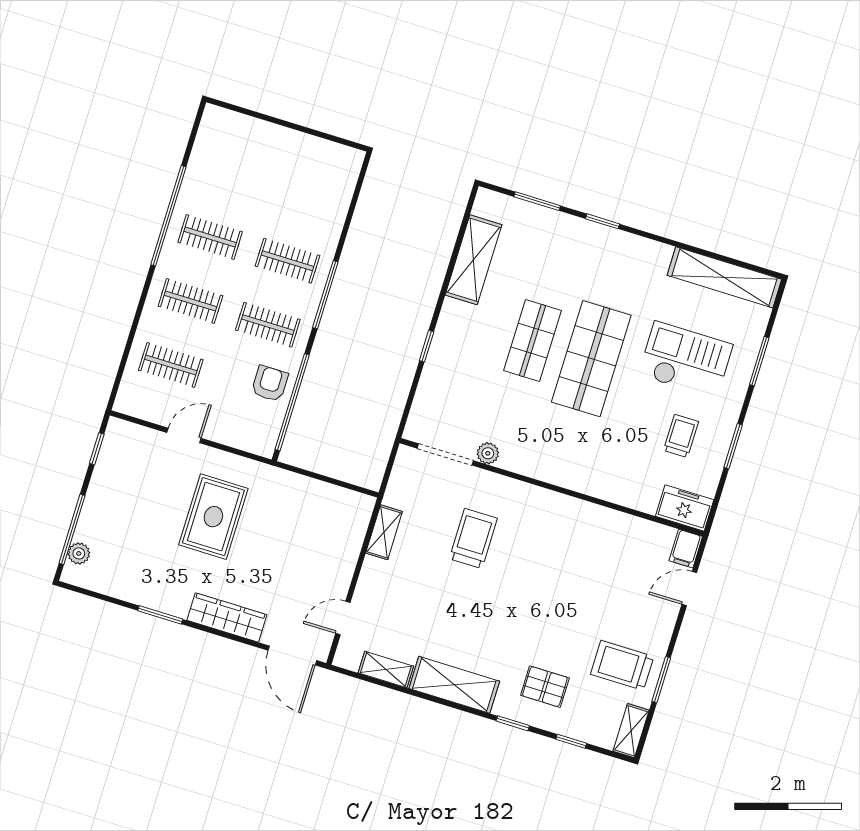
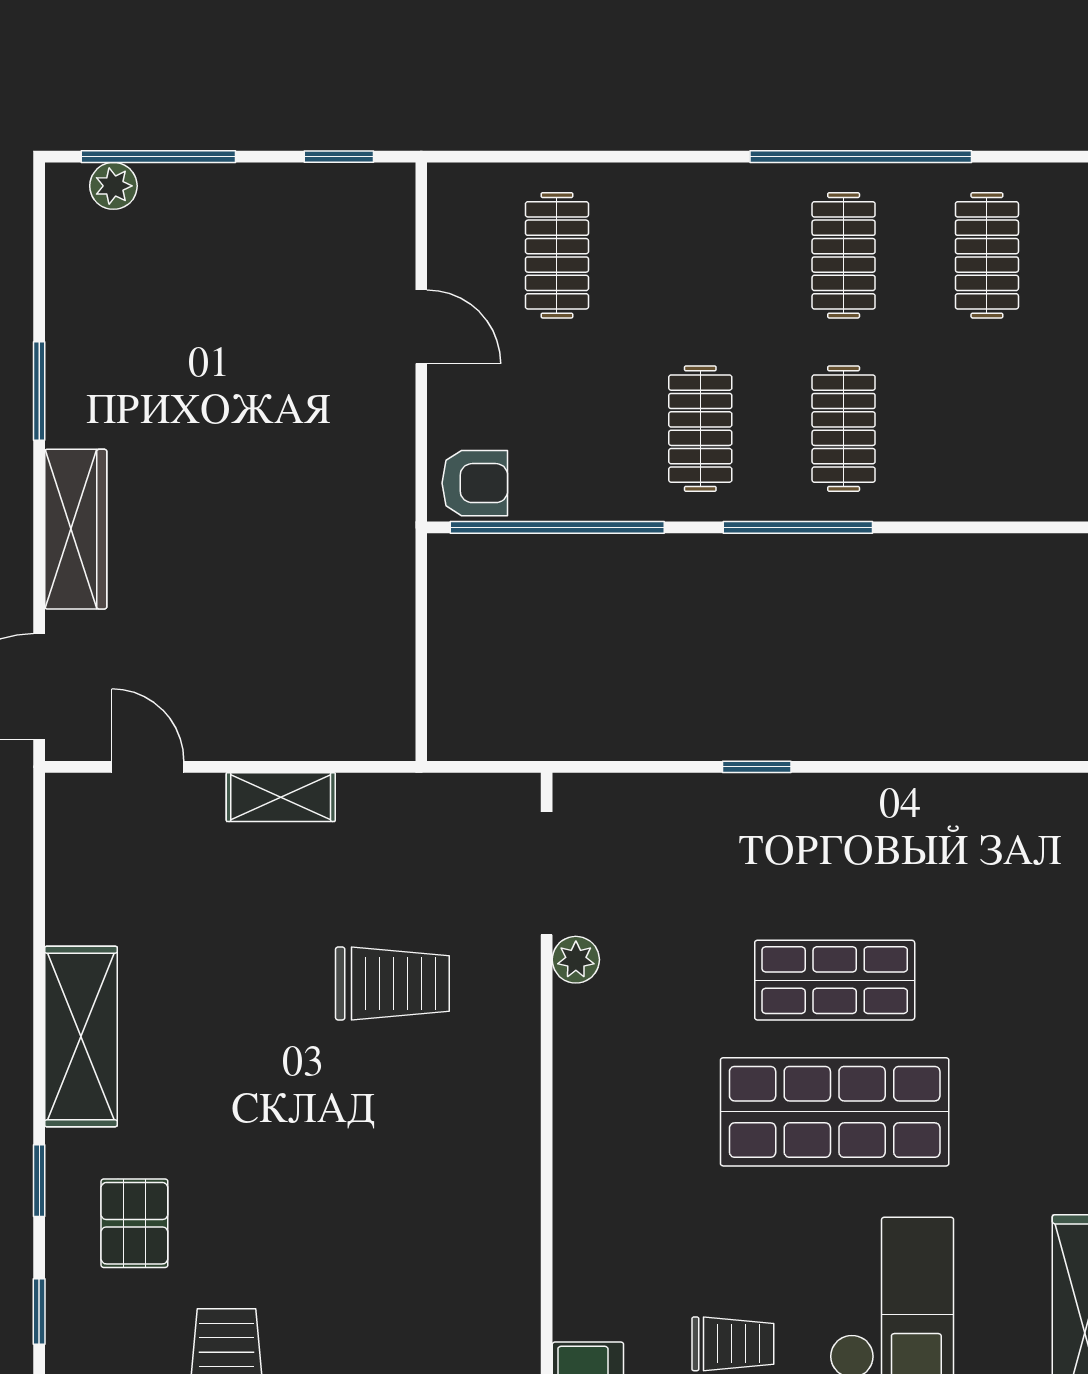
shelving: (473, 260) -> (963, 809), removed
clothes rail: (190, 301) -> (987, 255), moved
armchair: (270, 384) -> (475, 483), moved
rug: (213, 517) -> (274, 438), removed
shelving: (384, 532) -> (281, 797), moved
shelving: (386, 669) -> (69, 887), removed

